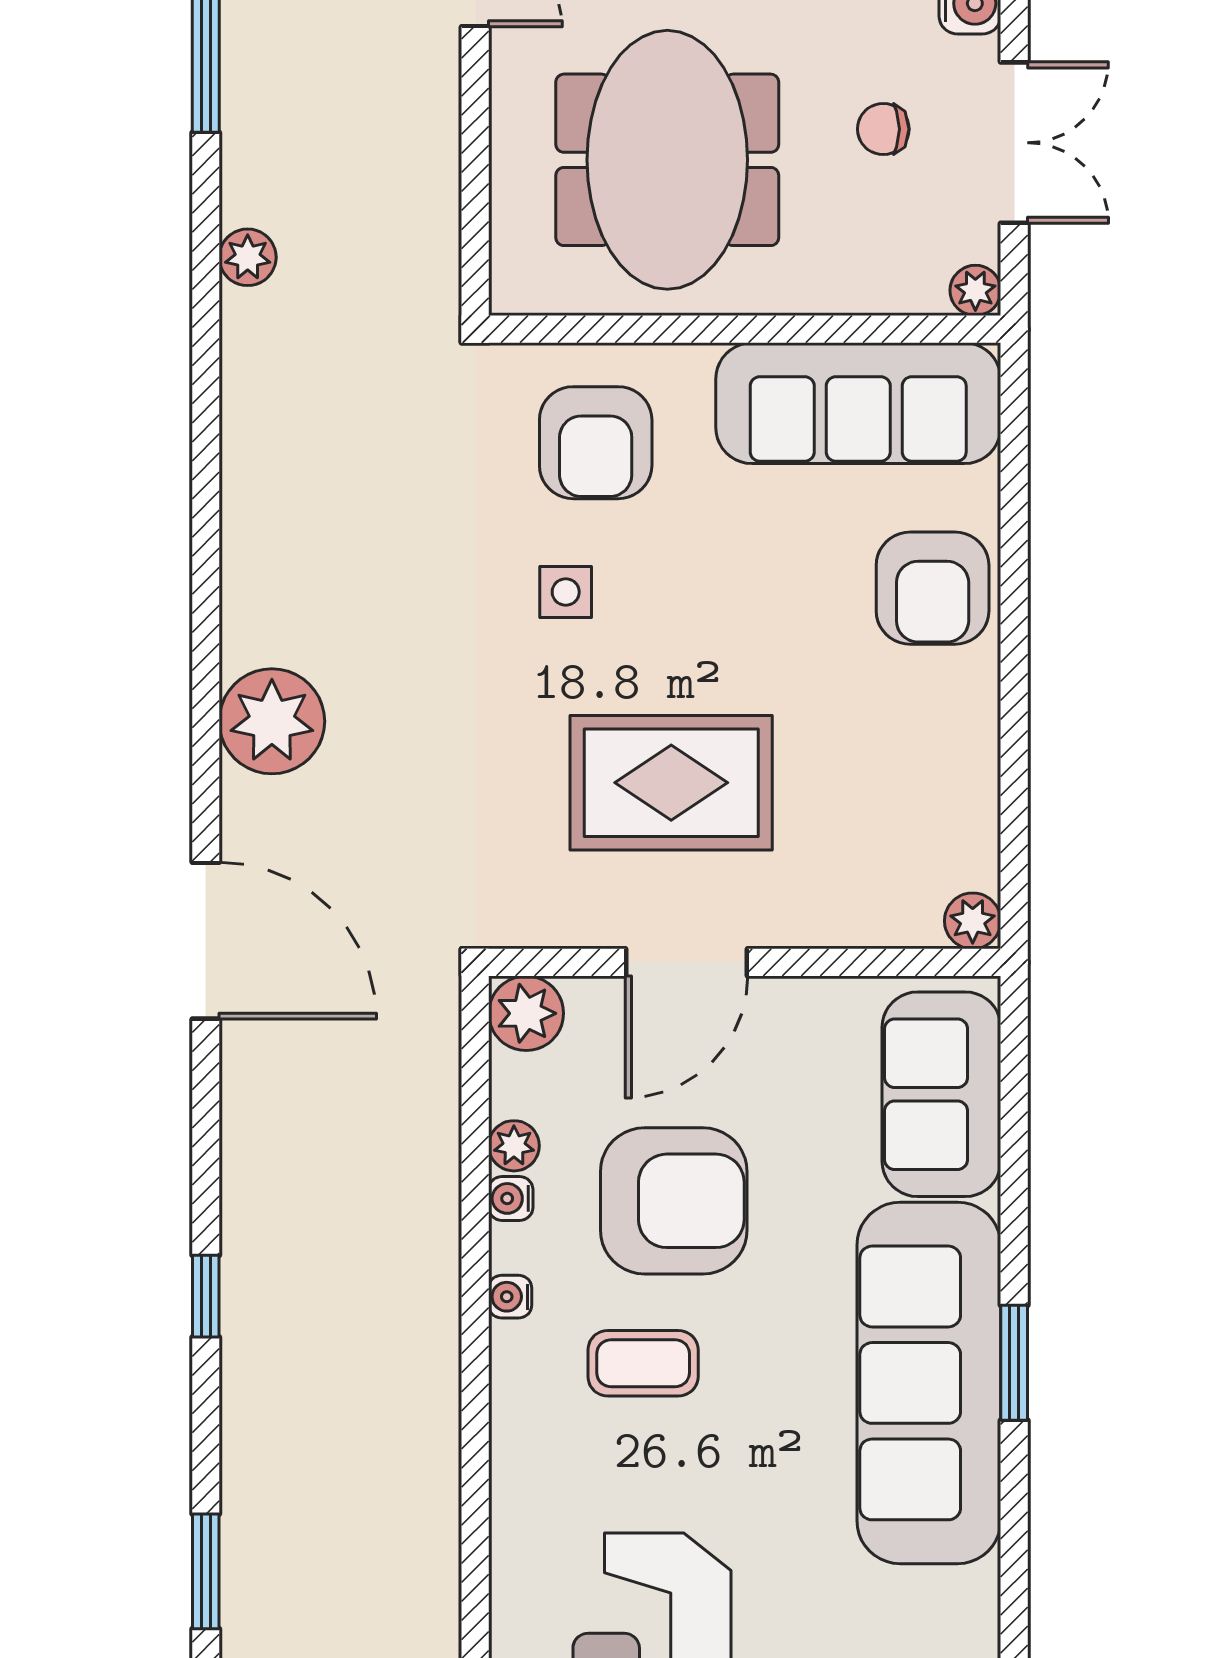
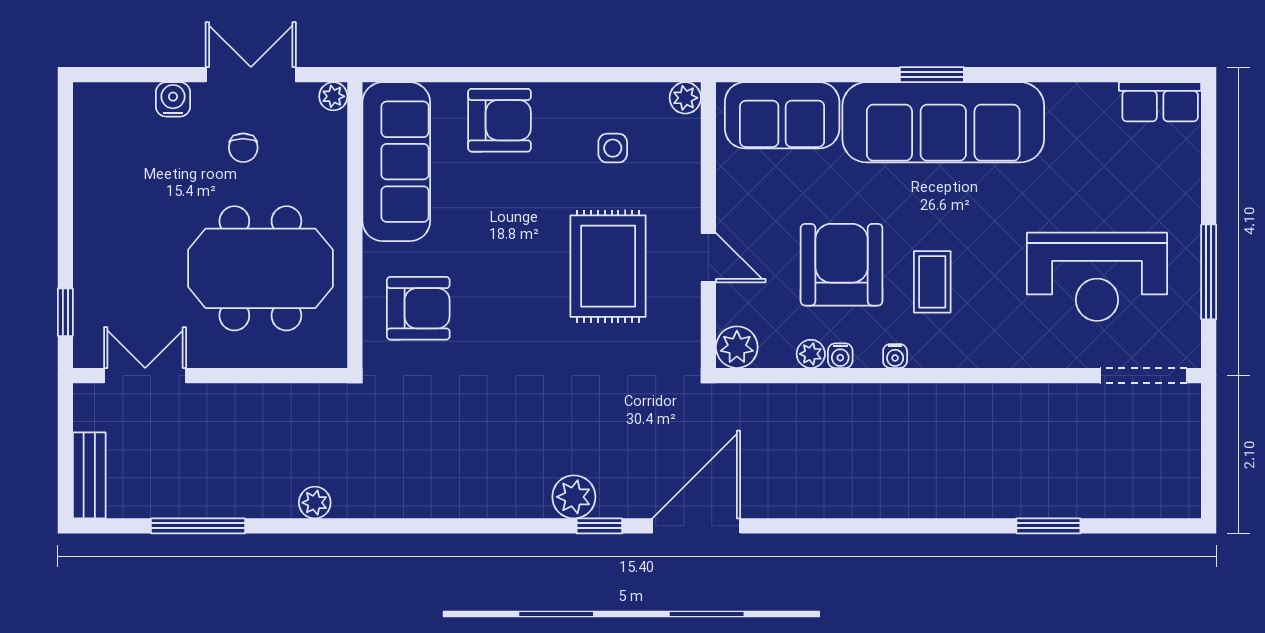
side table: (566, 592) -> (613, 148), moved
plant: (272, 721) -> (574, 497), width x0.73, depth x0.73
door: (686, 962) -> (708, 258), width x0.73
window: (206, 1296) -> (599, 526), moved

